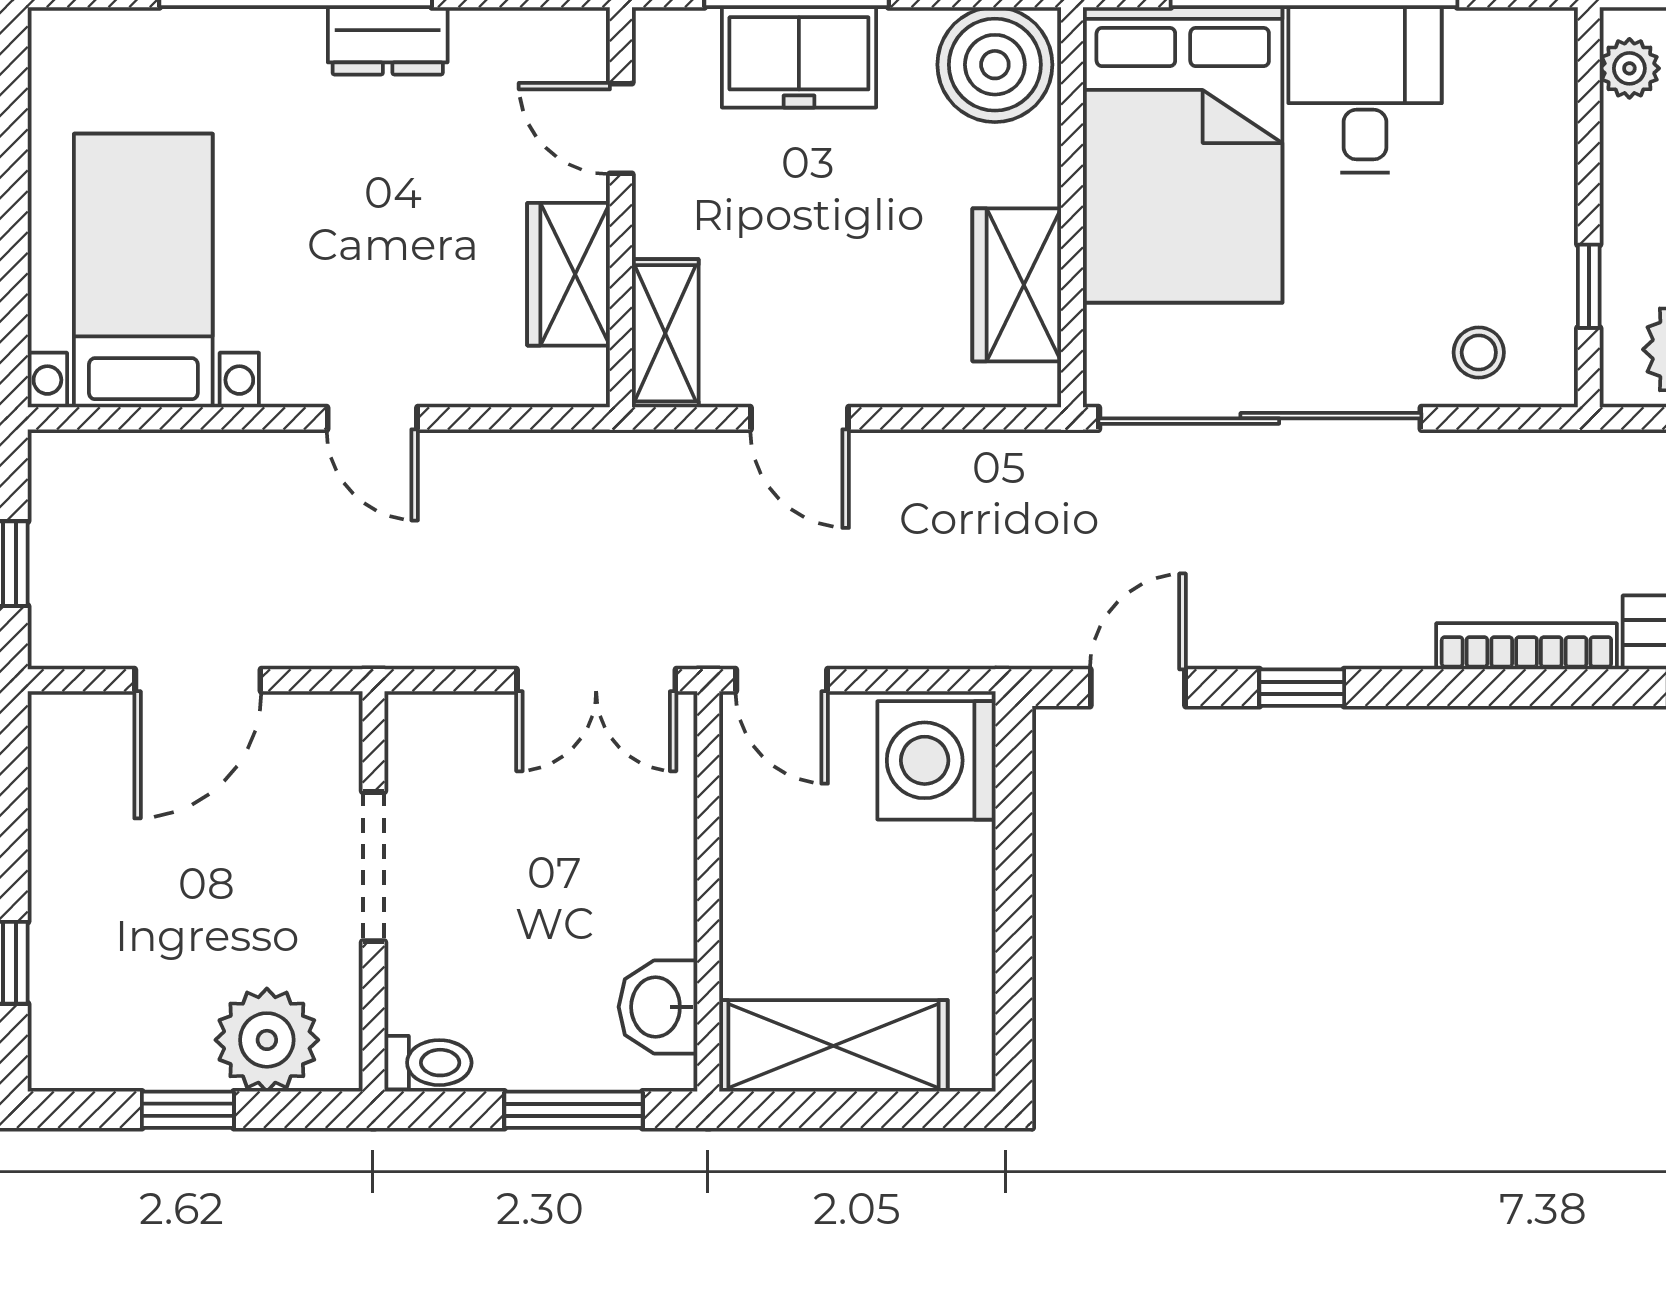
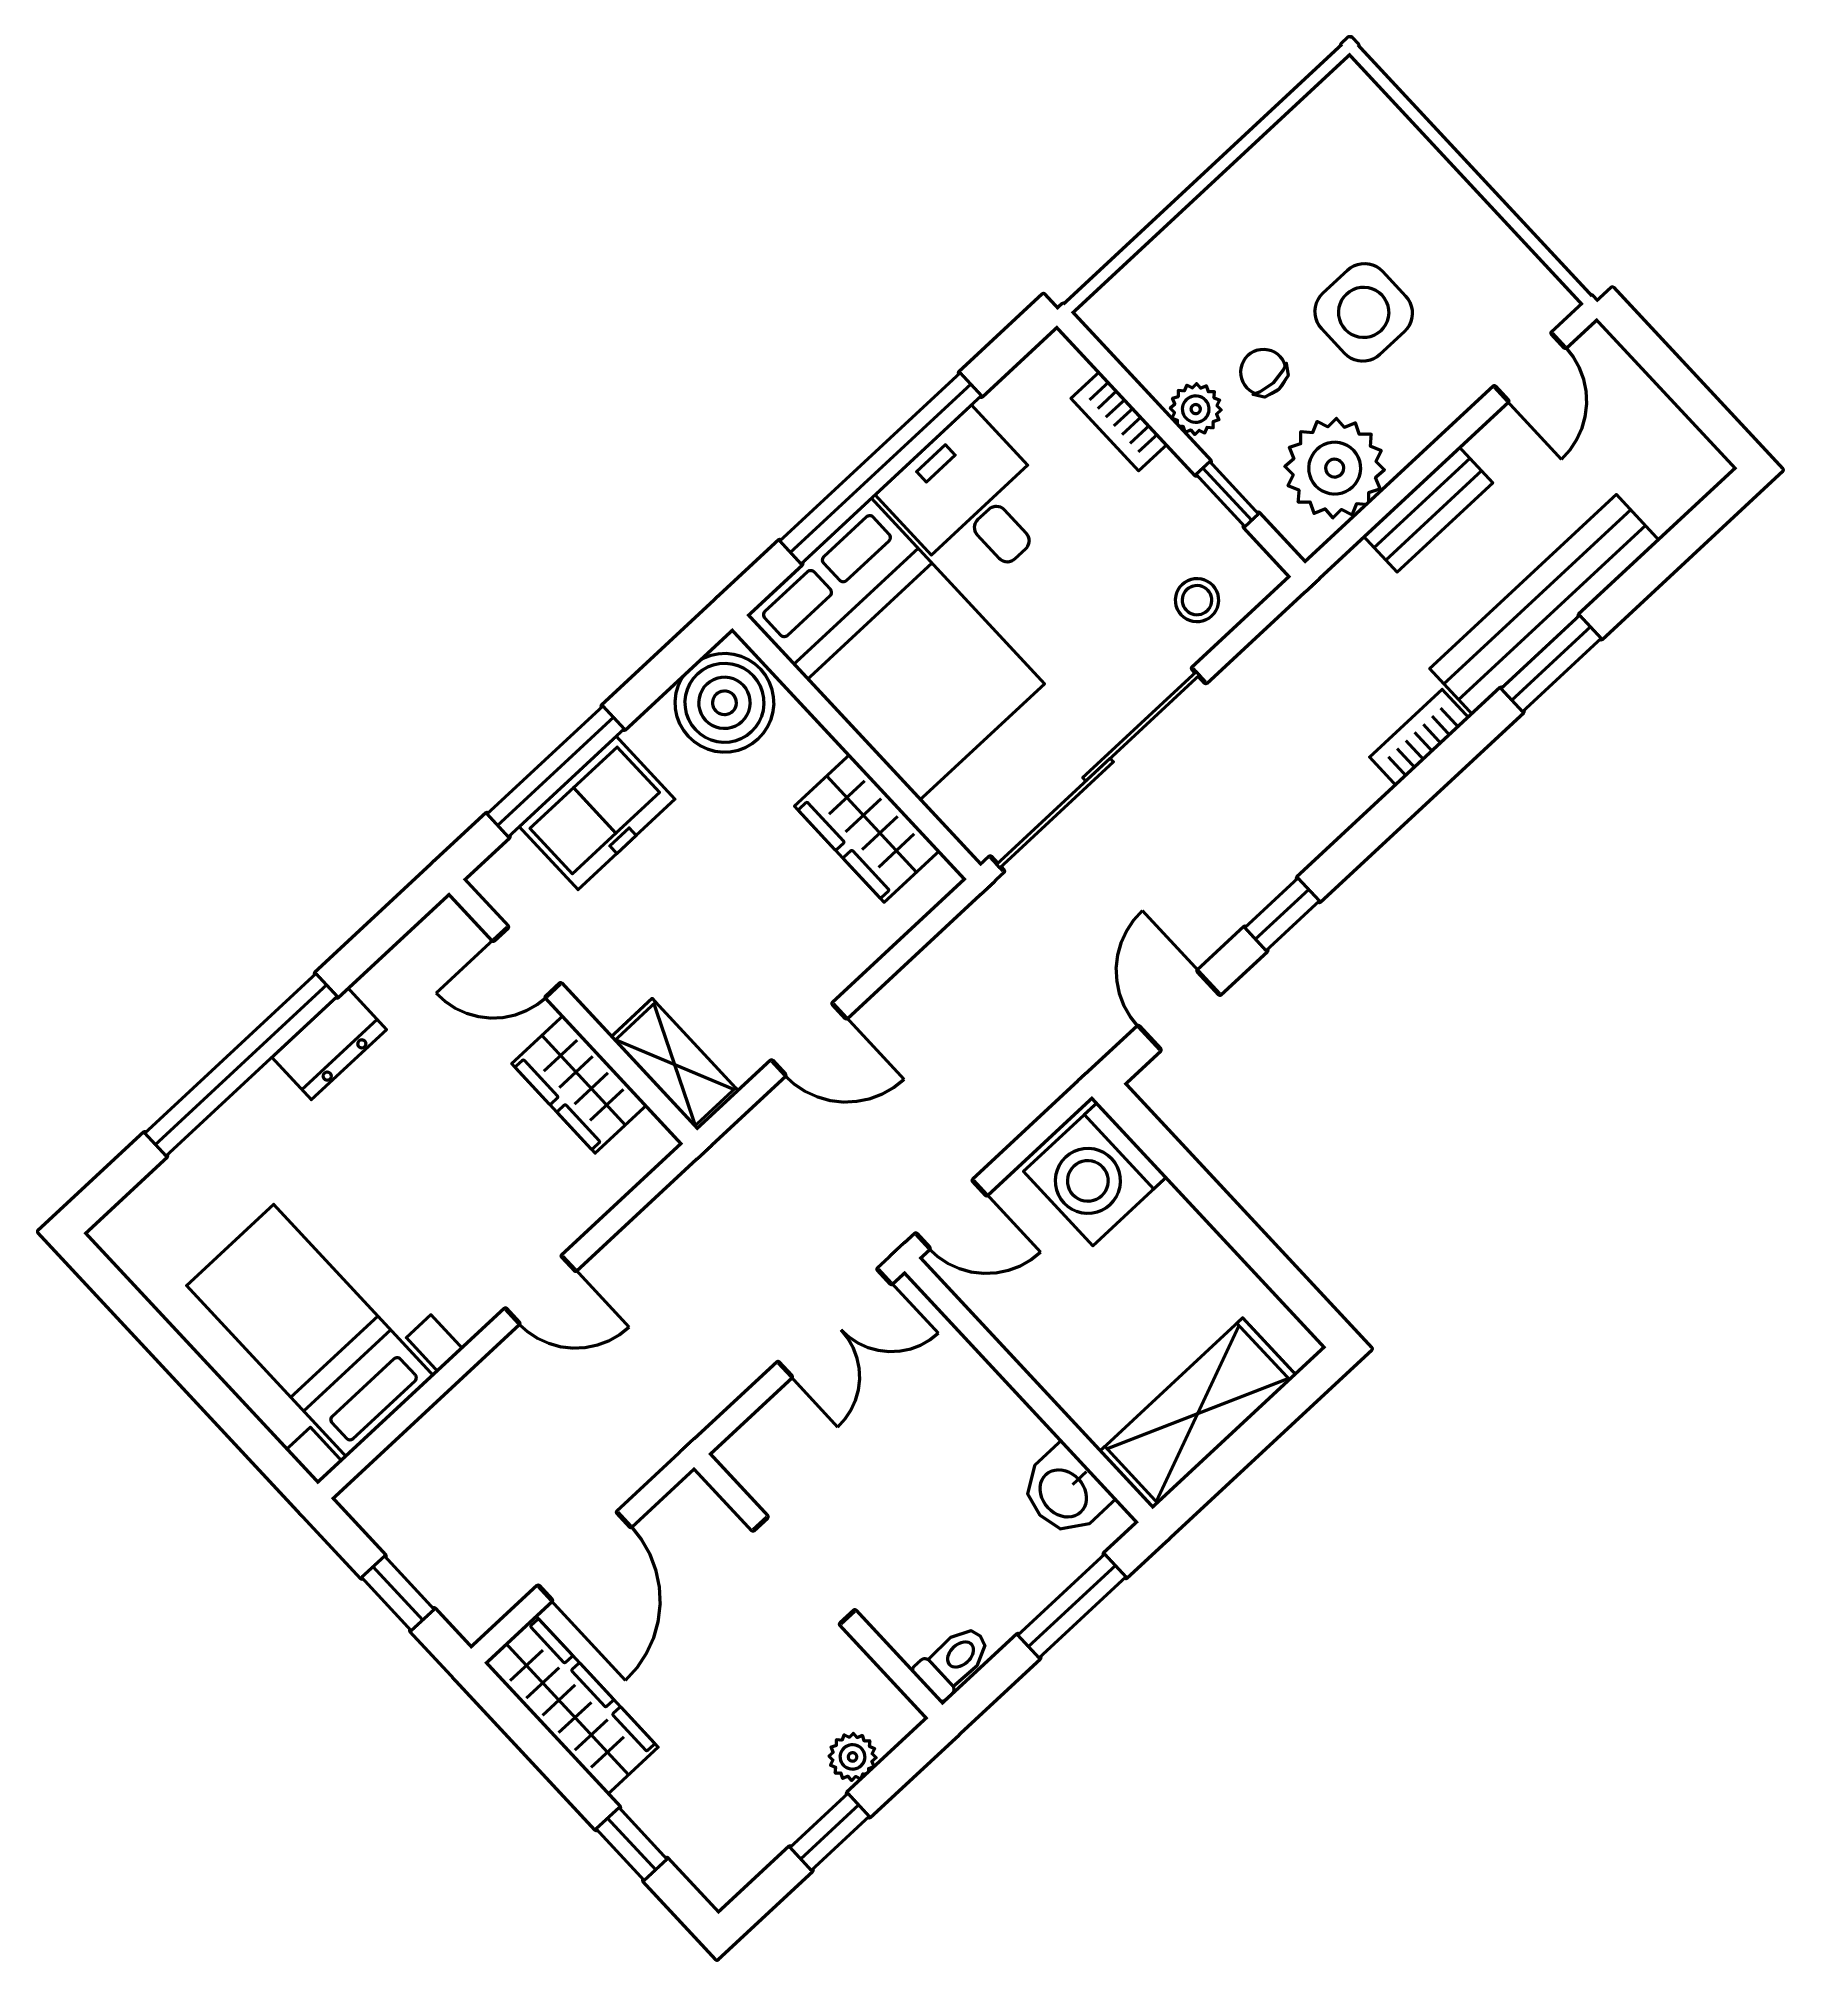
plant: (1629, 68) -> (1196, 409), moved
bookcase: (1555, 138) -> (1119, 421), added
bookcase: (1526, 646) -> (1419, 738), width x0.64
wardrobe: (68, 796) -> (571, 1705), added
plant: (267, 1040) -> (853, 1757), width x0.53, depth x0.53

